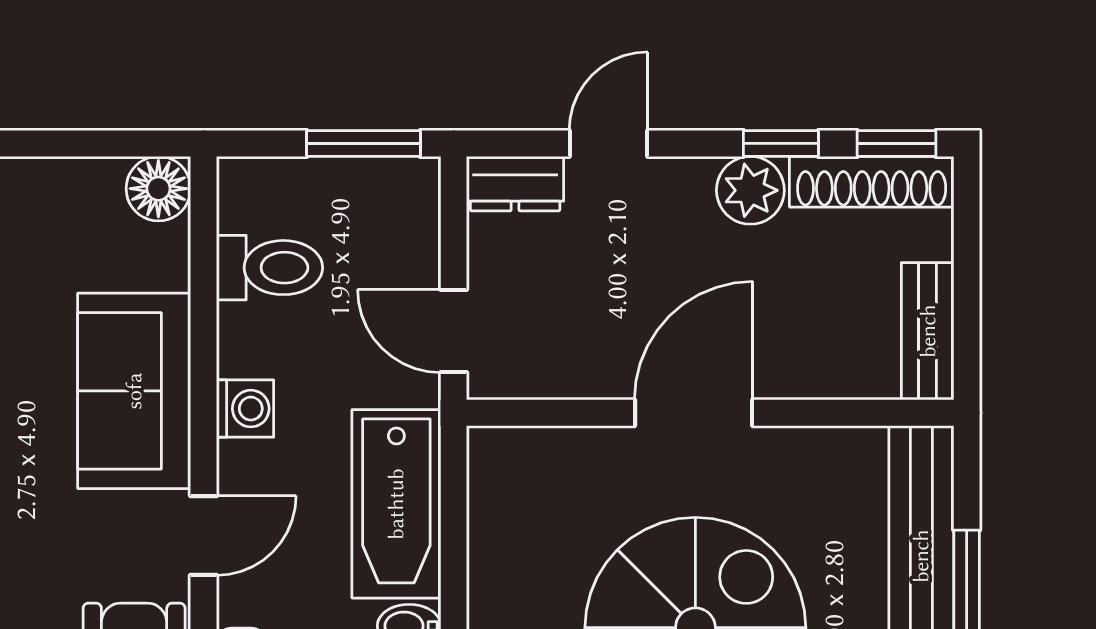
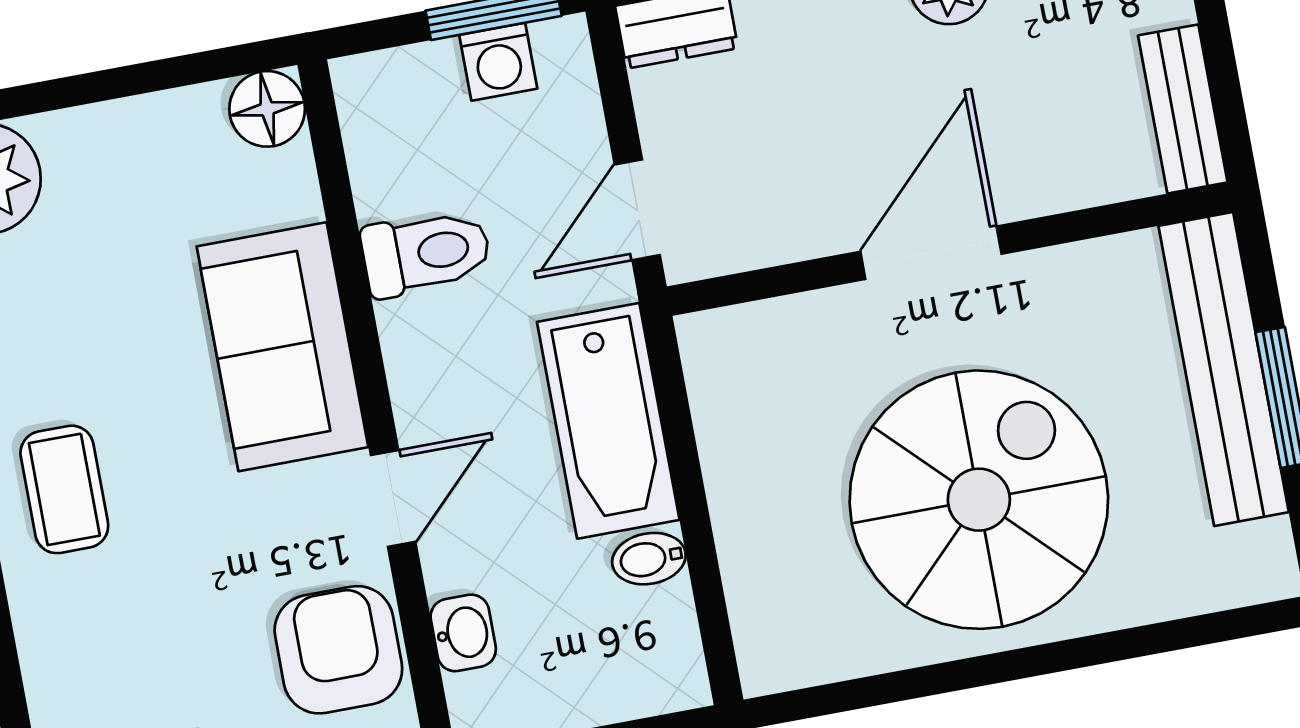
toilet: (270, 268) -> (426, 253), moved
door: (454, 331) -> (637, 210), hinge flipped
washing machine: (245, 409) -> (498, 62), moved, turned 90

